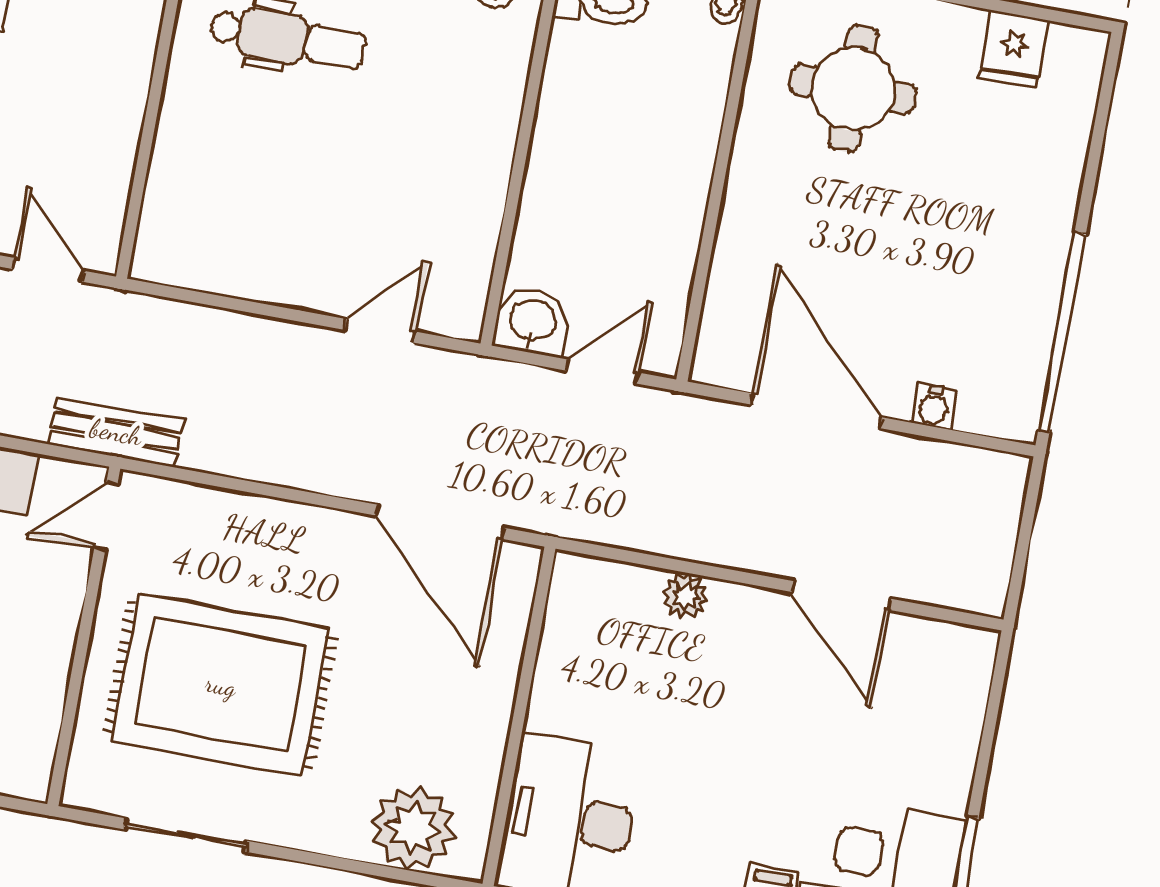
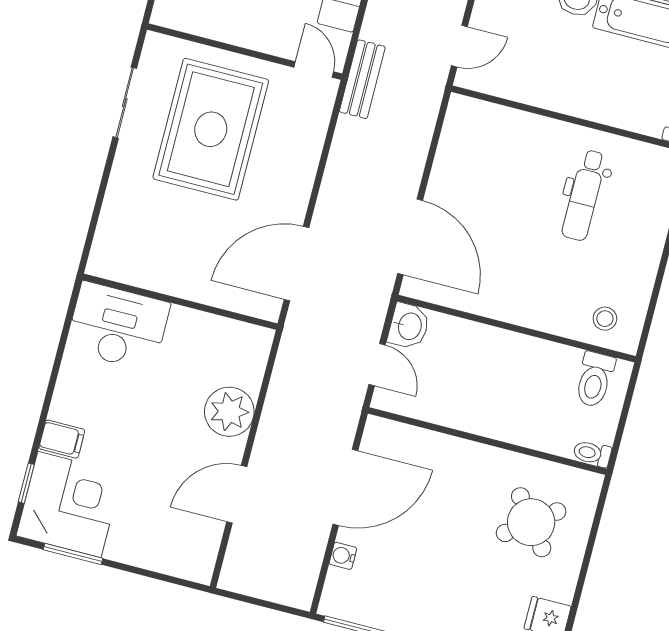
round table: (853, 89) -> (531, 522), turned -37
door: (380, 331) -> (410, 237), width x1.87
plant: (685, 595) -> (229, 412), width x1.87, depth x1.87
plant: (413, 828) -> (119, 235), removed

